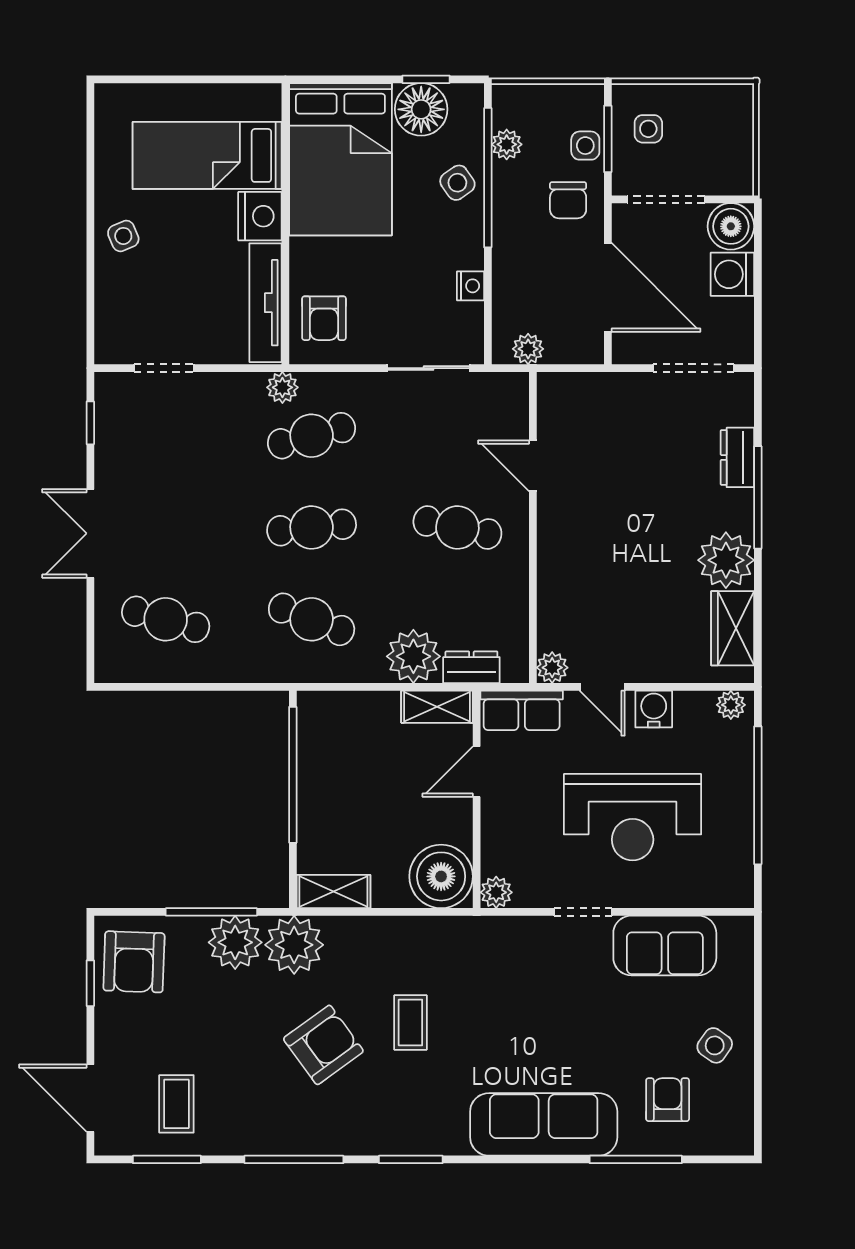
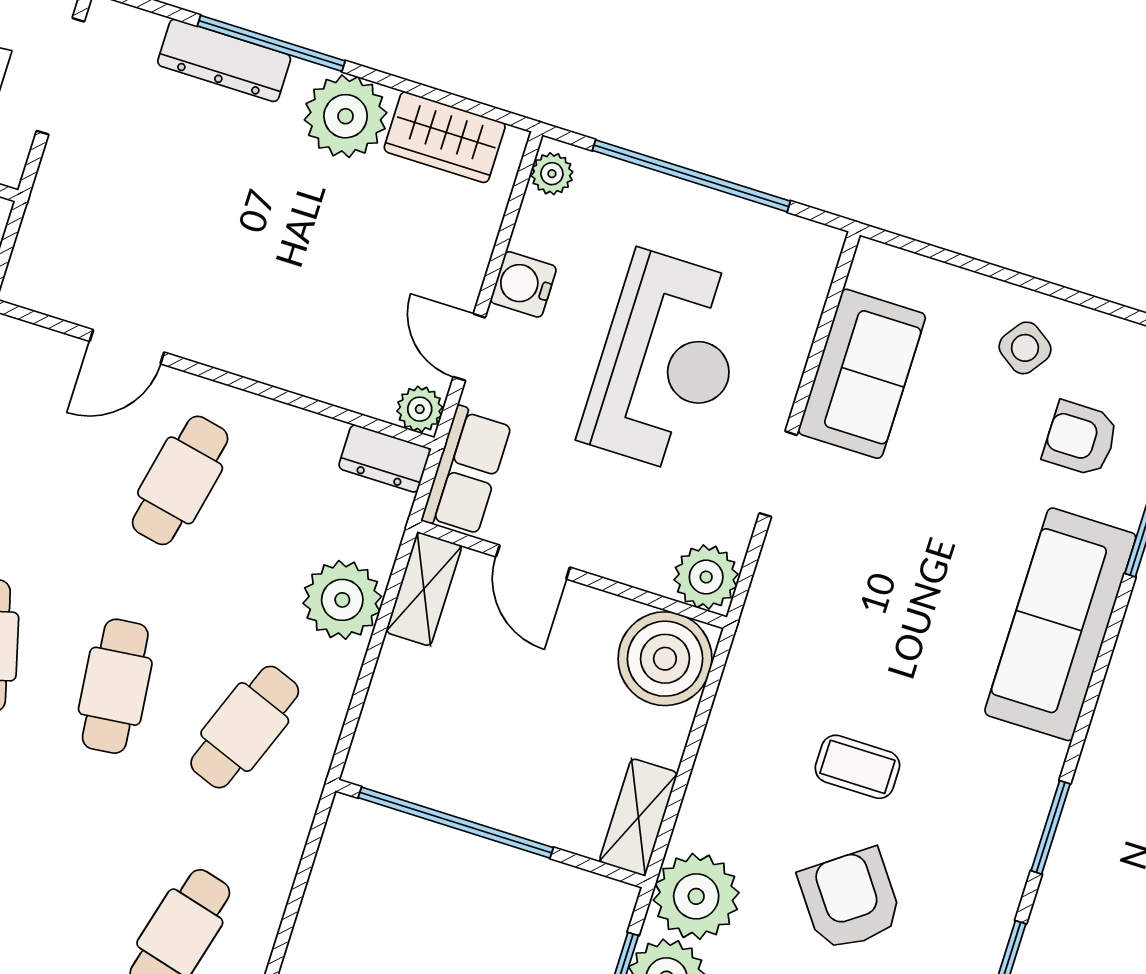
dresser: (737, 457) -> (224, 60), width x1.44
dresser: (471, 667) -> (385, 458), moved, turned -90
door: (602, 687) -> (469, 347), swing flipped
plant: (496, 892) -> (706, 577), width x1.38, depth x1.38

